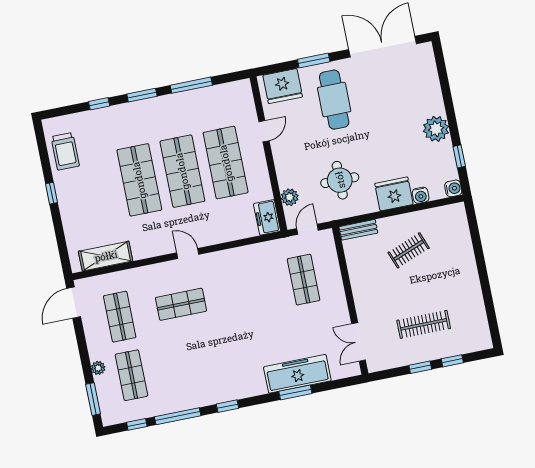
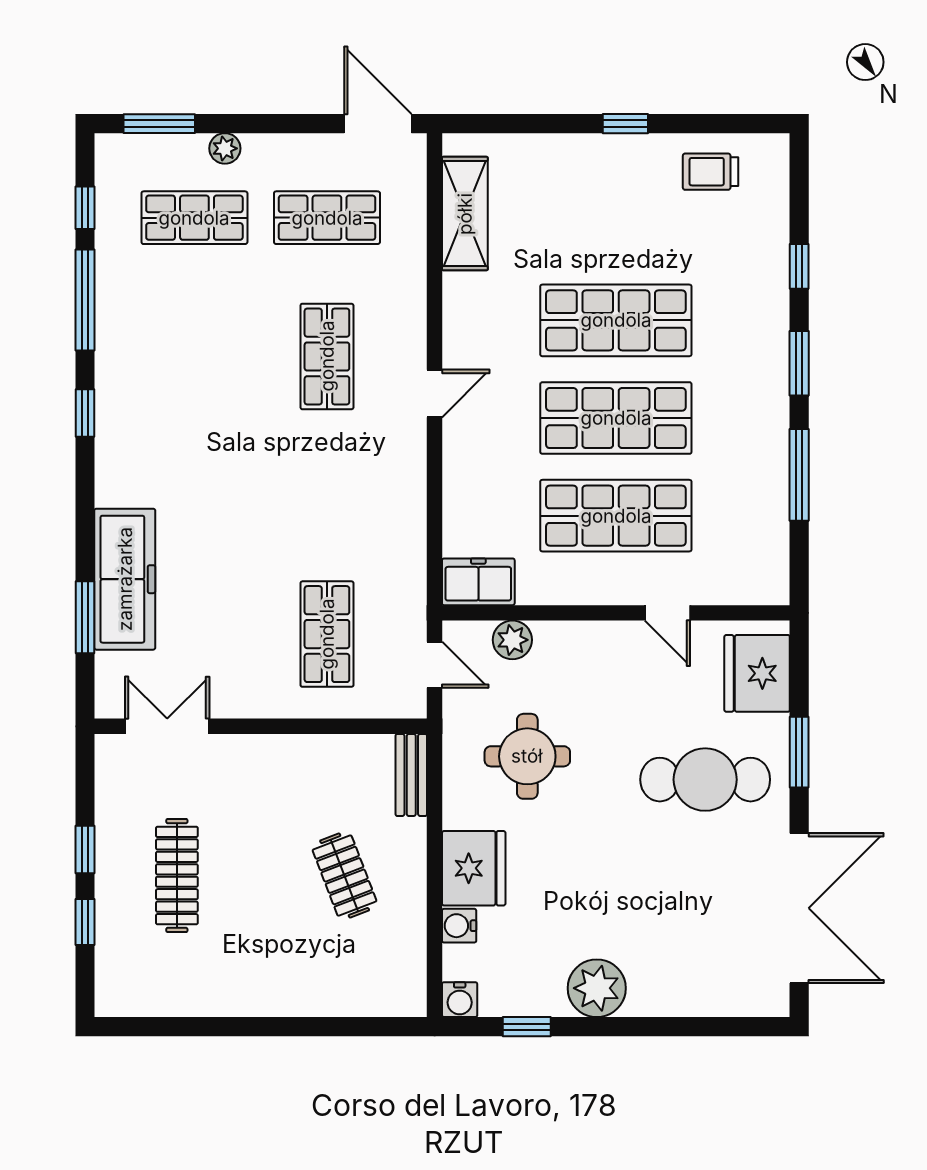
trolley: (65, 151) -> (711, 172), width x0.73, depth x0.72
shop shelf: (304, 280) -> (327, 634), turned 90
window: (295, 392) -> (85, 617), moved

